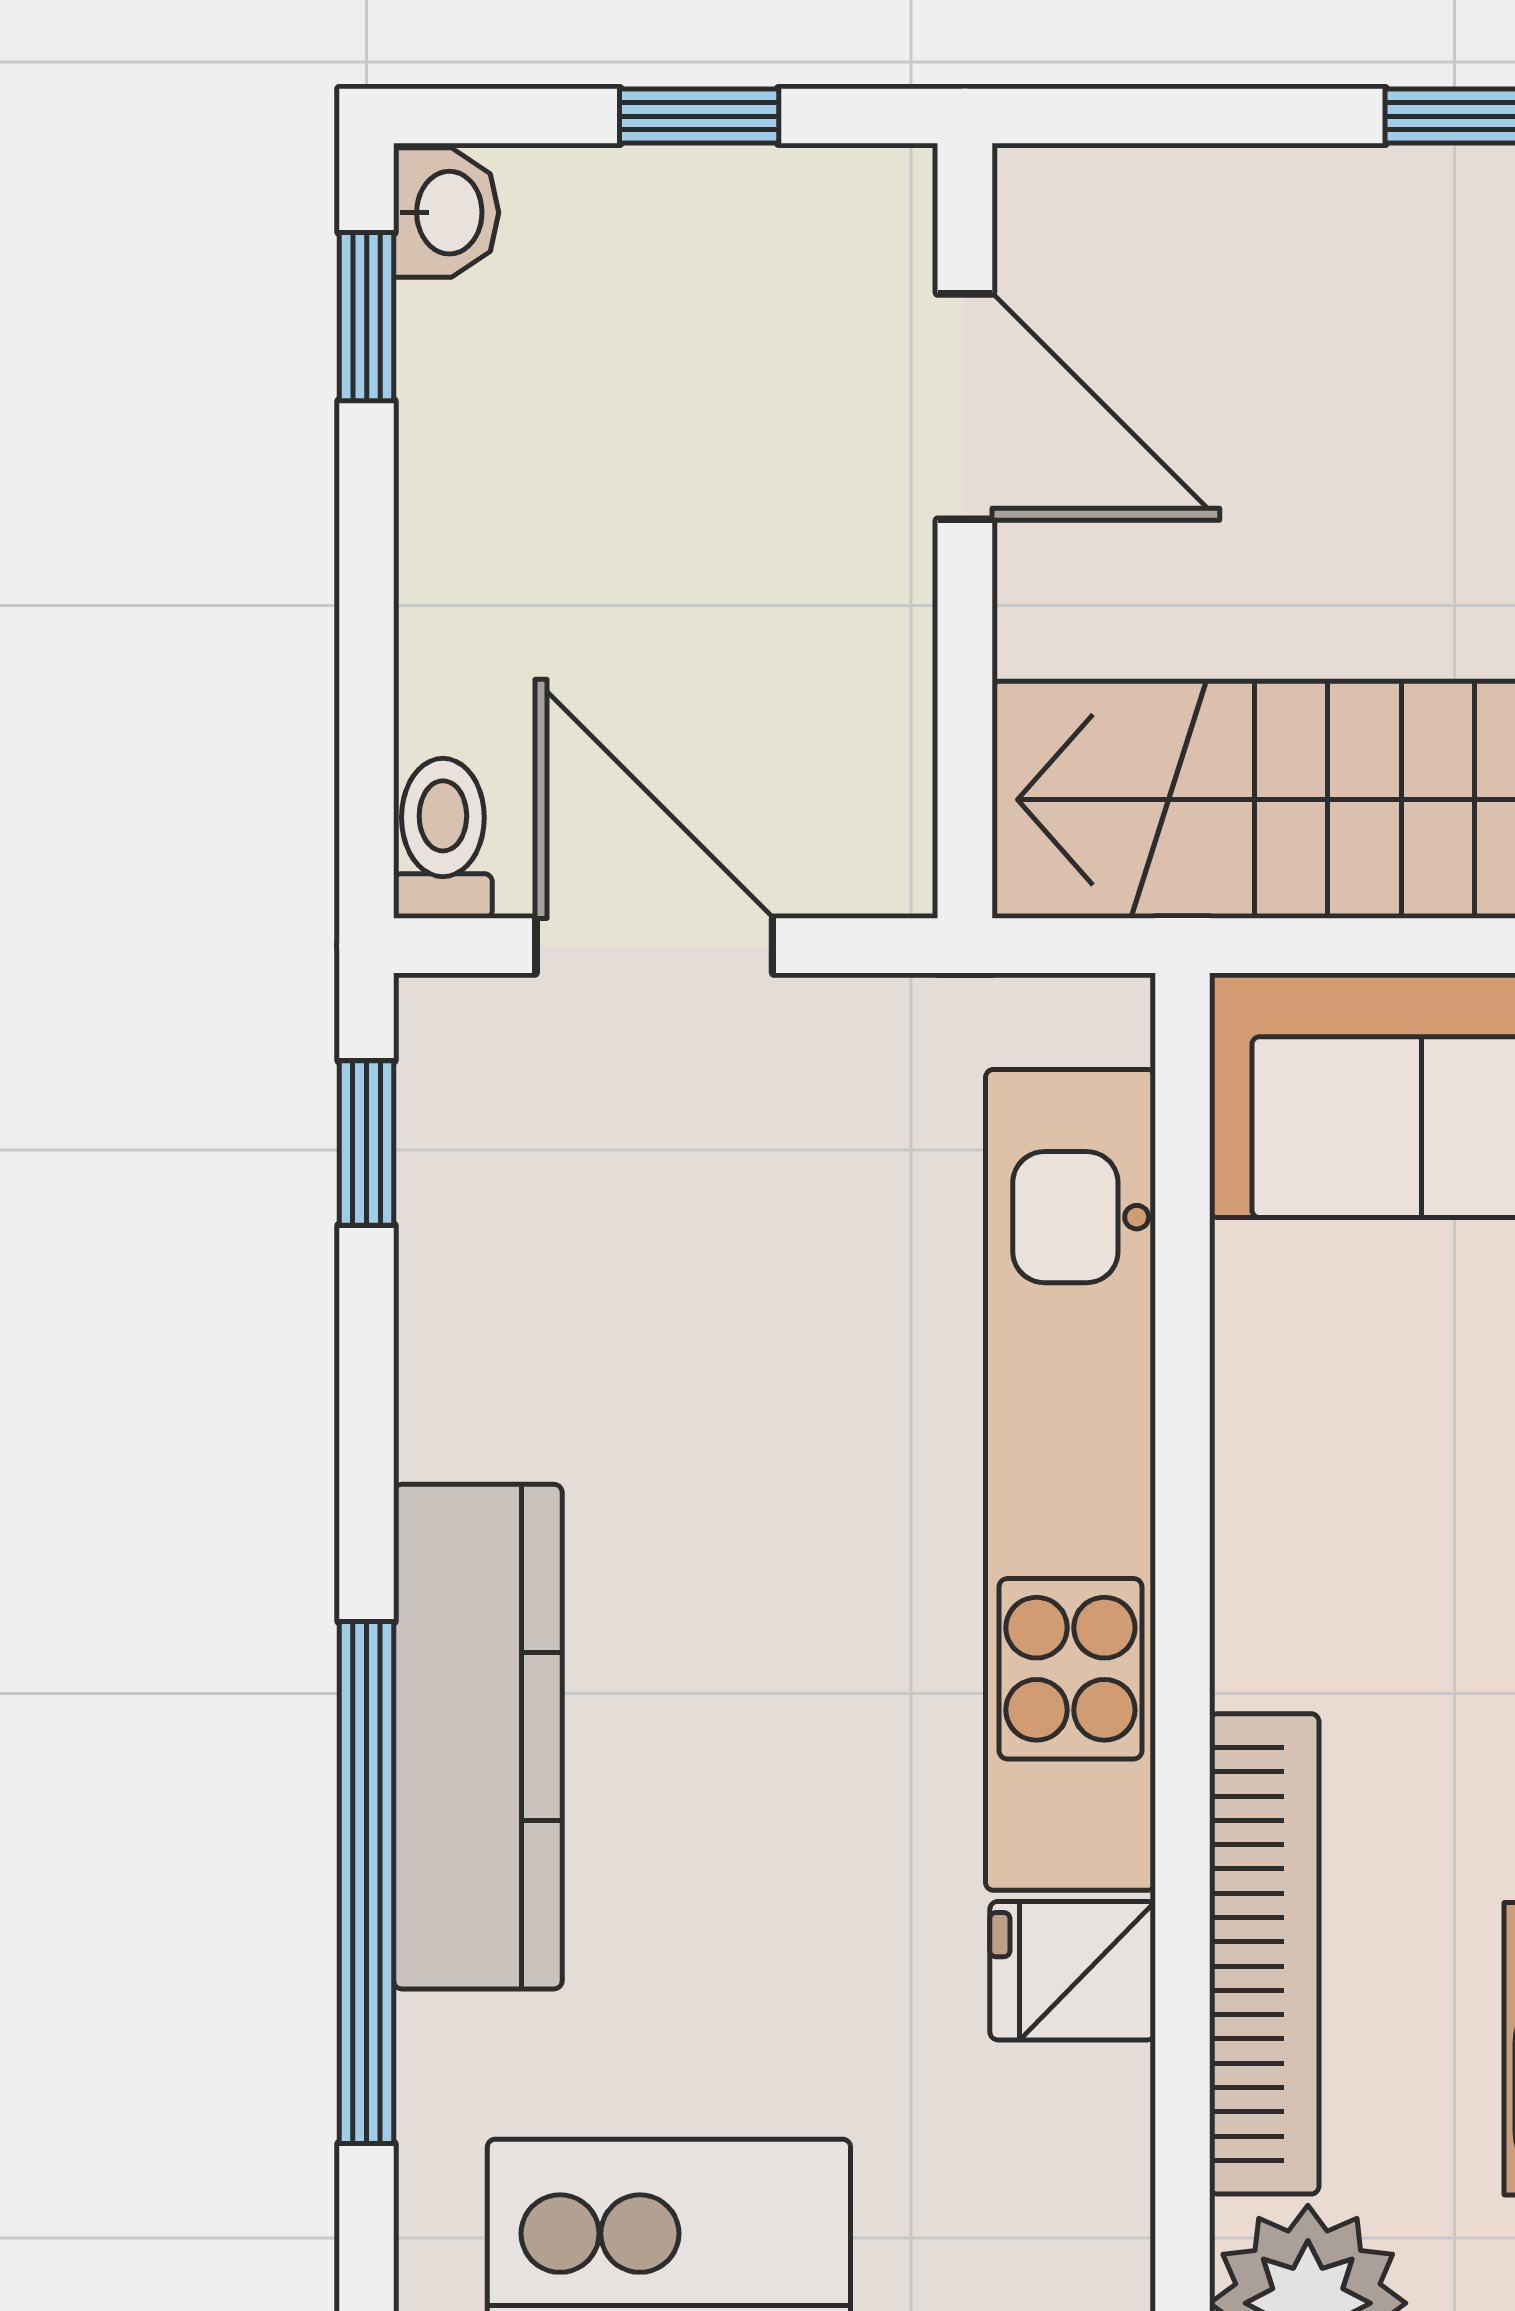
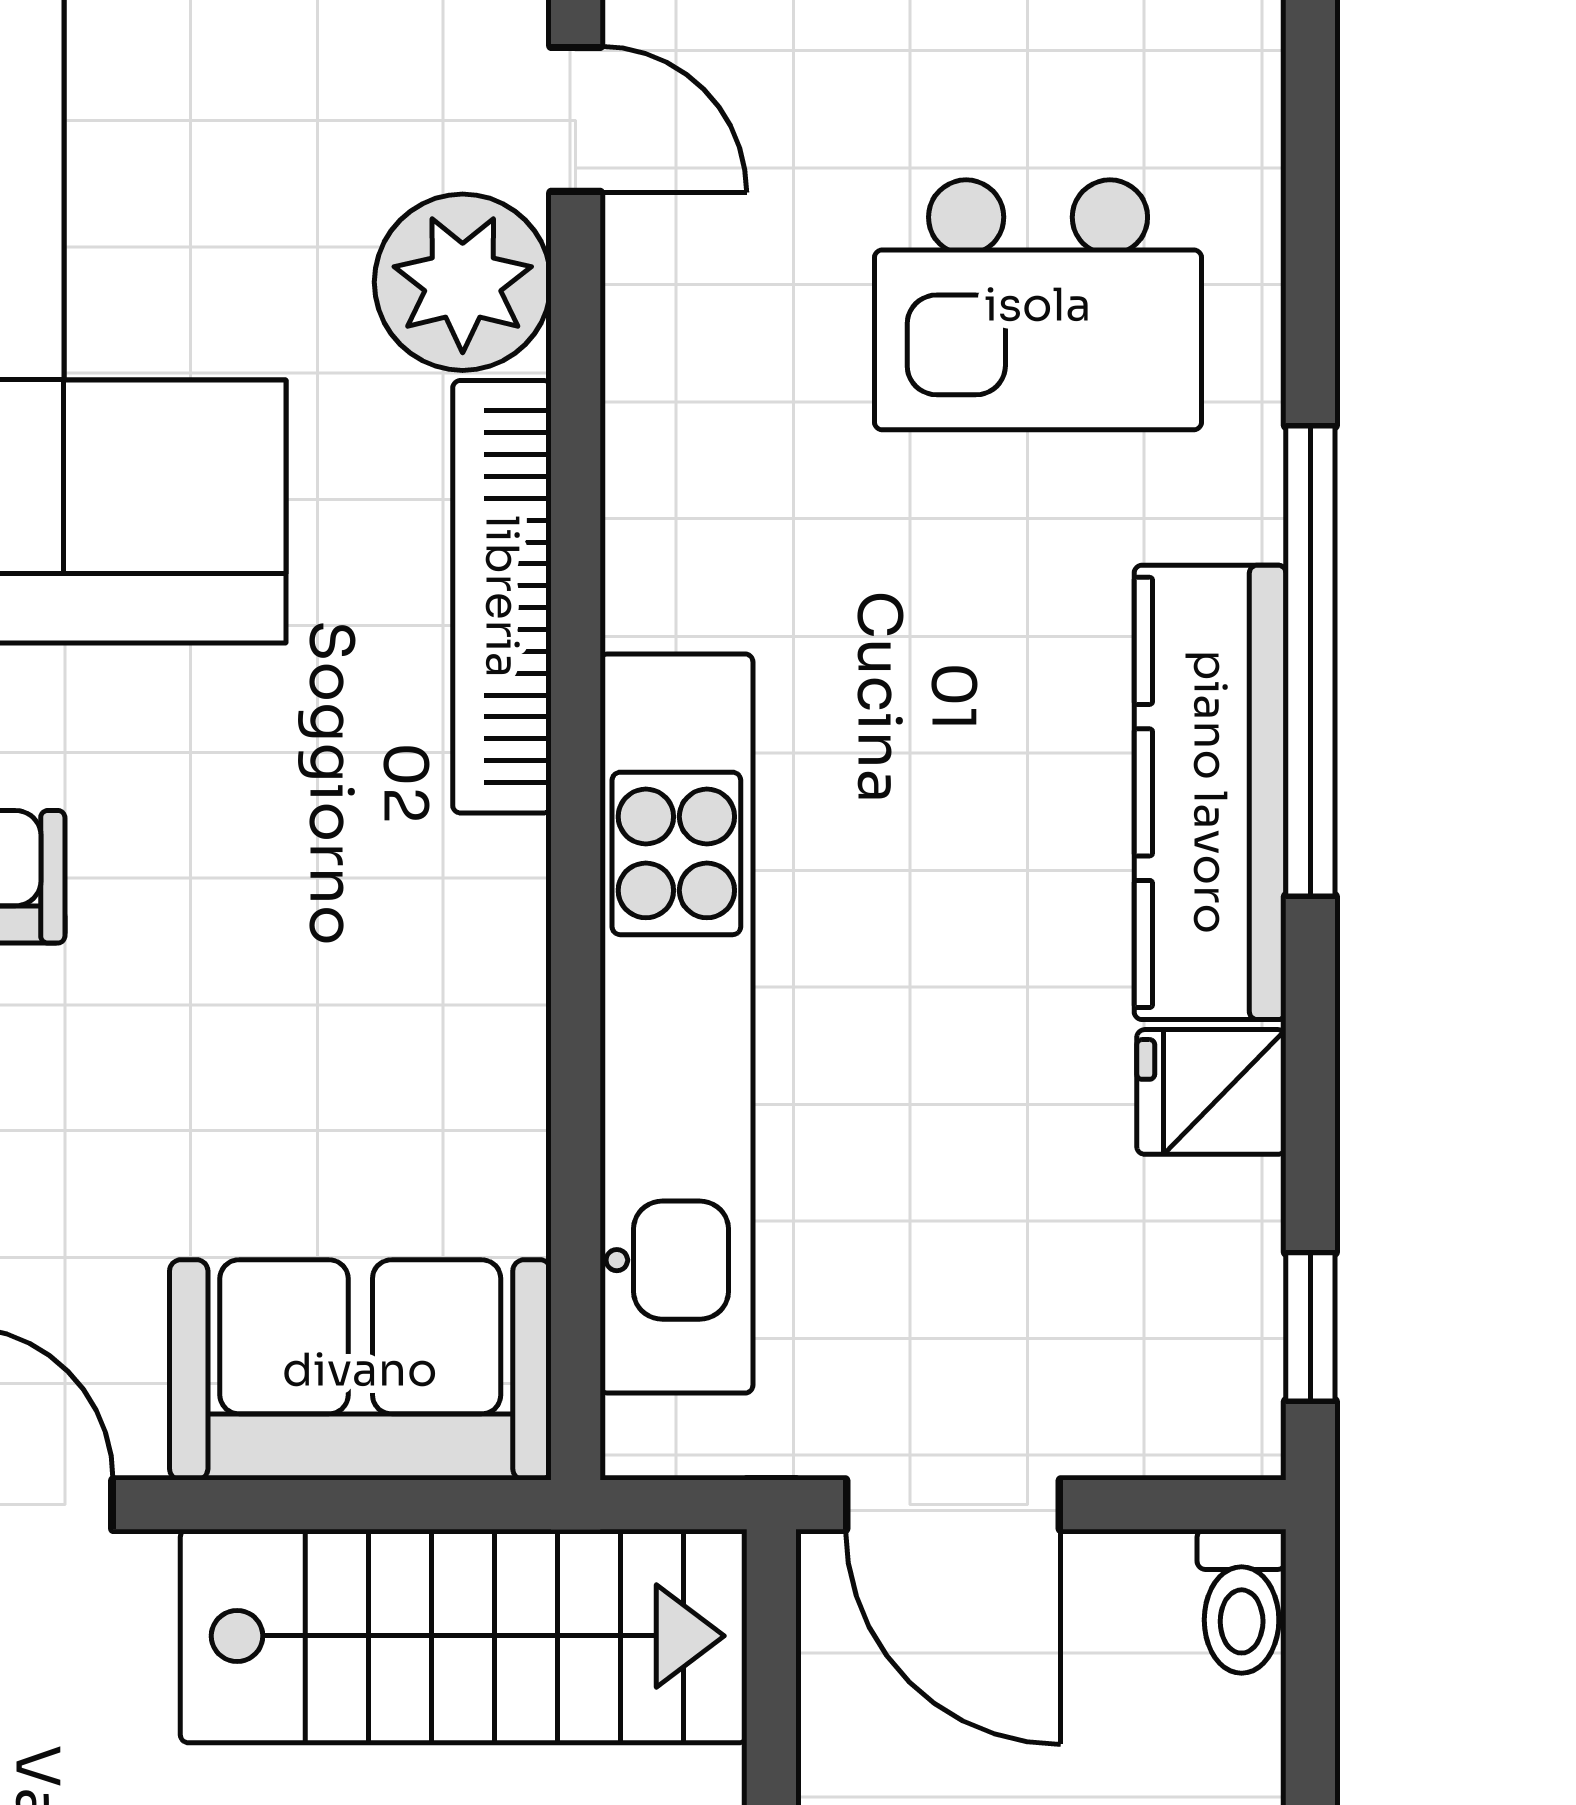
door: (654, 946) -> (953, 1505), moved
fridge: (1073, 1971) -> (1211, 1092), moved, turned 180

